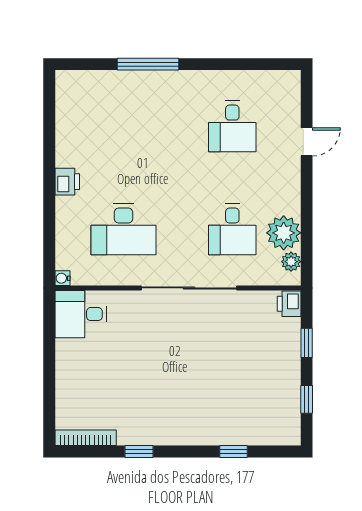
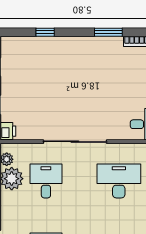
window: (139, 451) -> (108, 32), width x1.50

